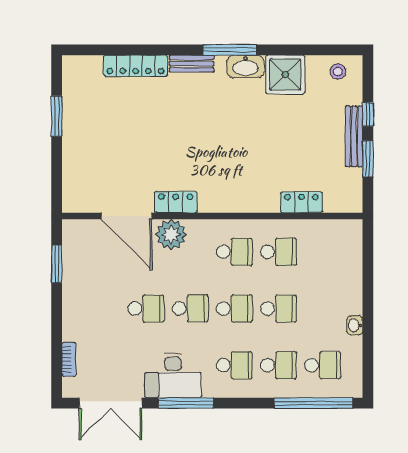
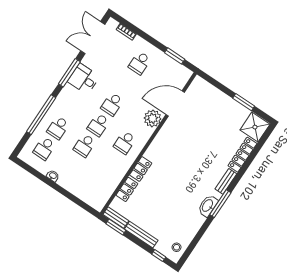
shower: (285, 75) -> (255, 127), moved
window: (368, 114) -> (159, 256), moved
window: (368, 159) -> (116, 227), moved
bench: (354, 191) -> (116, 218), added
locker: (176, 202) -> (141, 169), moved
school desk: (279, 252) -> (111, 163), removed
school desk: (146, 309) -> (140, 63), moved
school desk: (234, 365) -> (72, 107), removed
desk: (173, 376) -> (84, 79), width x0.73
window: (313, 403) -> (41, 115), moved

